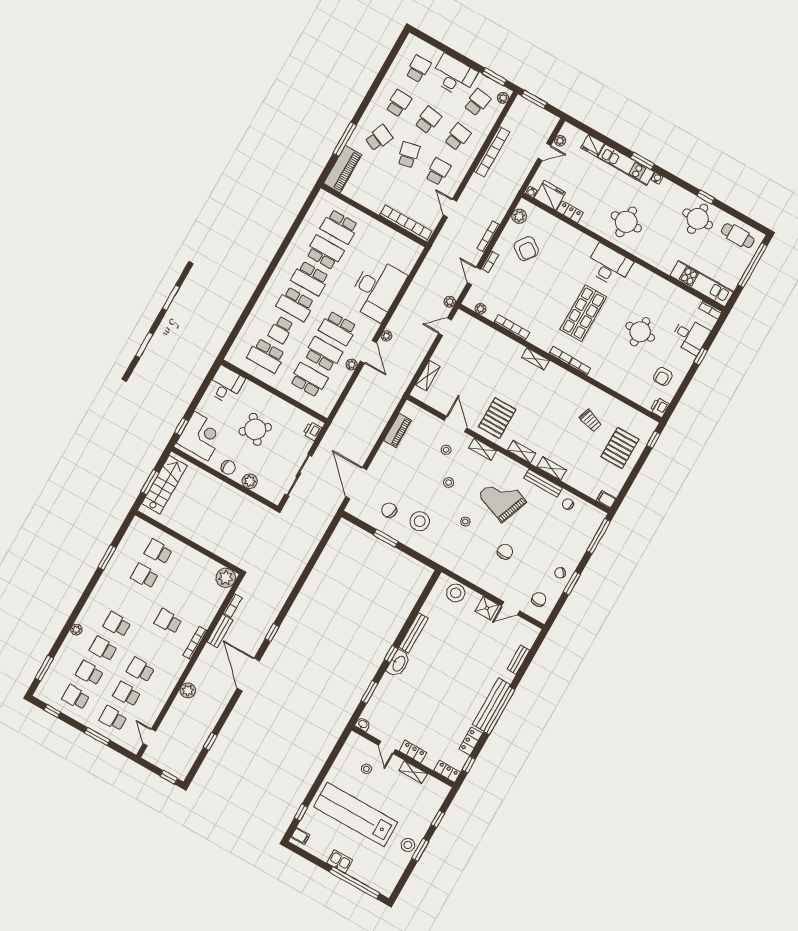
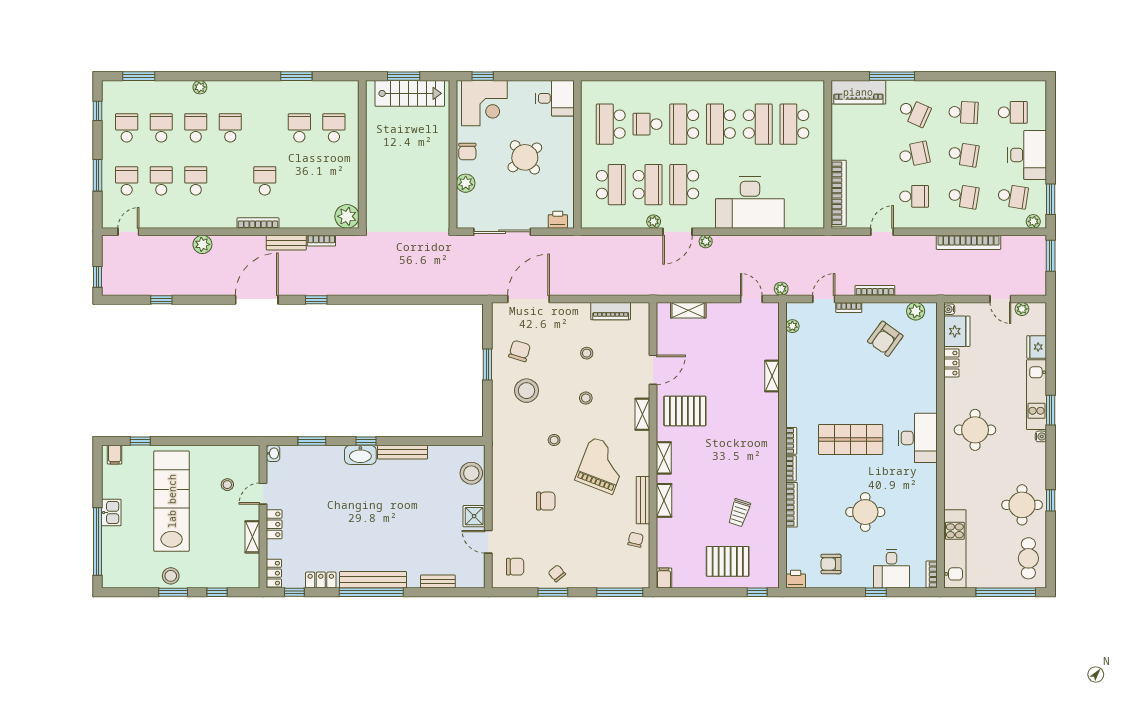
bookcase: (512, 327) -> (792, 505), moved
shelving: (535, 359) -> (772, 376), moved
stool: (446, 450) -> (587, 353), moved

